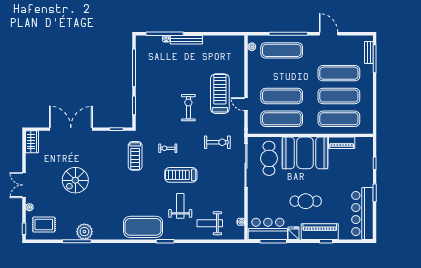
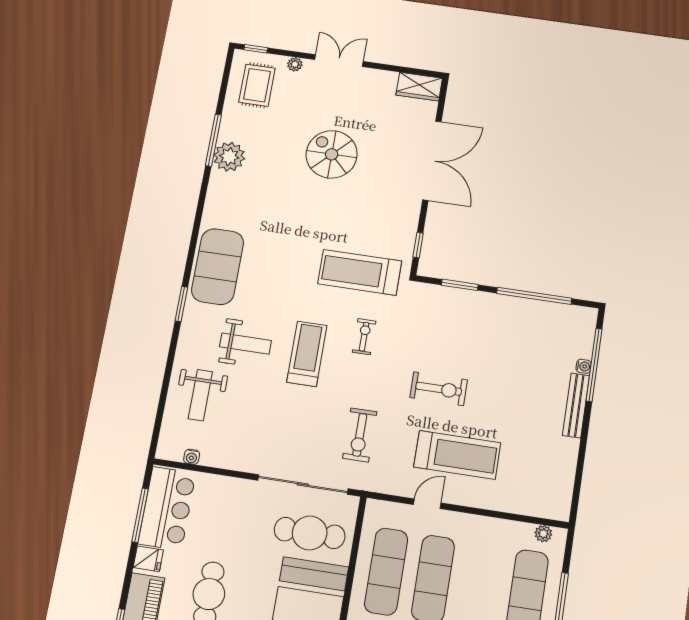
treadmill: (135, 156) -> (360, 272), width x1.37, depth x1.38
weight bench: (210, 223) -> (200, 395), turned 180

